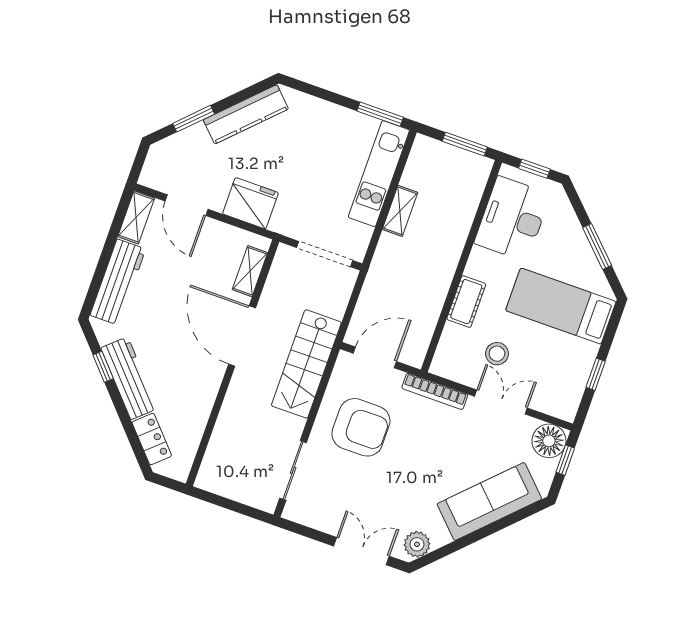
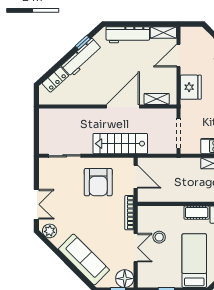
cot: (466, 302) -> (197, 213), moved

